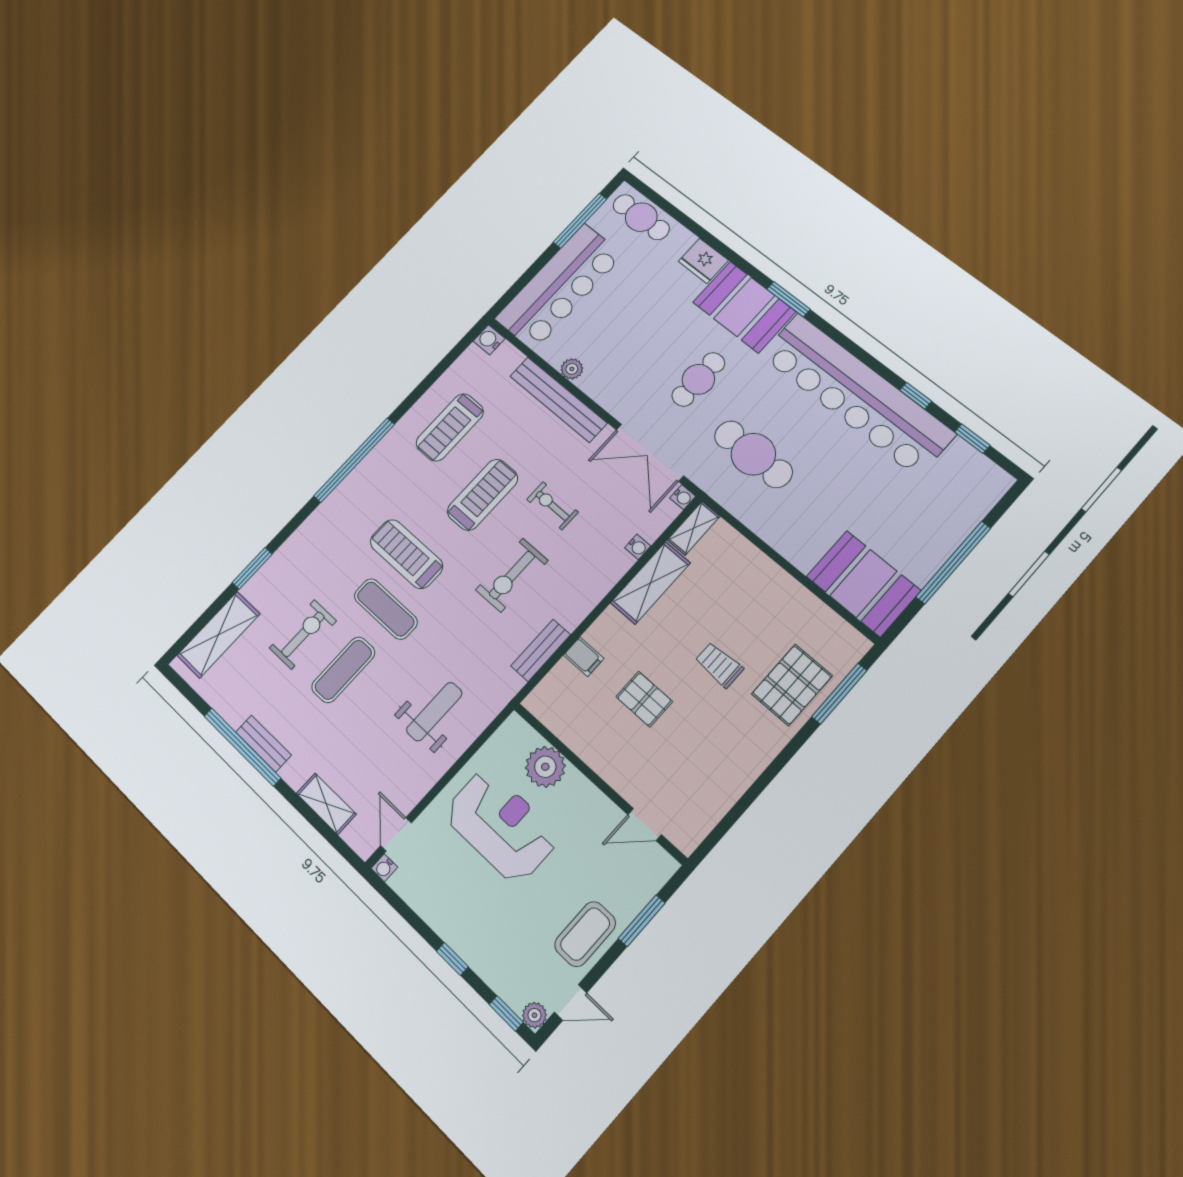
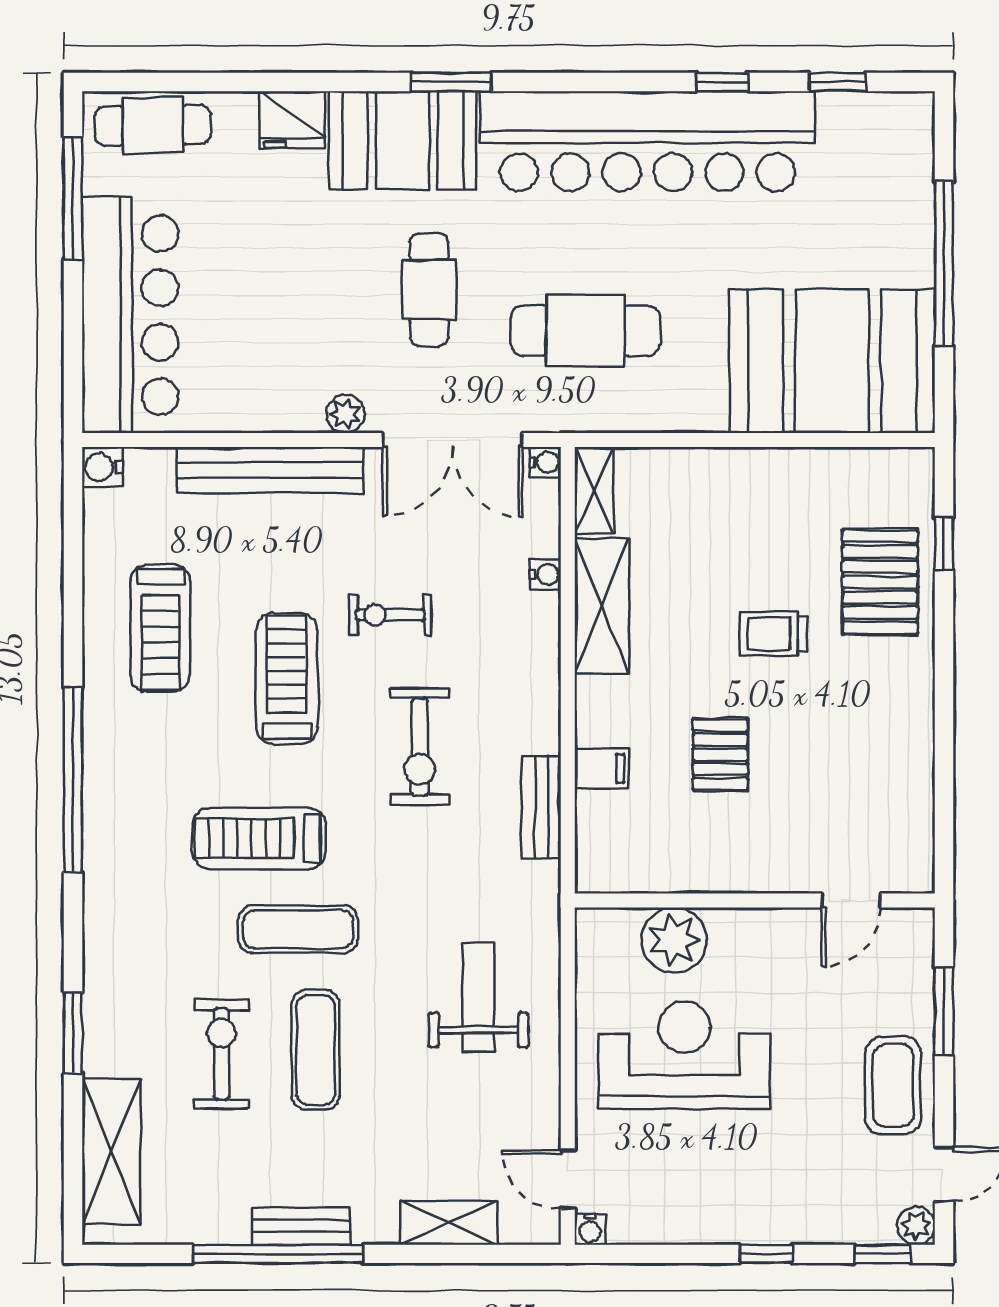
plant: (572, 369) -> (345, 414), moved
booth: (863, 583) -> (832, 361), width x1.36, depth x1.42
window: (839, 694) -> (944, 544), width x0.46
pallet: (644, 699) -> (720, 754), turned 90

